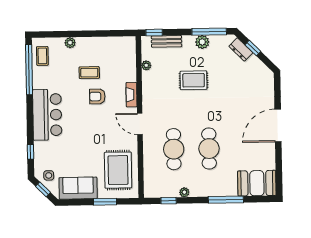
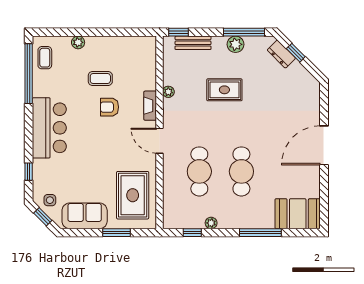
plant: (146, 65) -> (168, 92), moved

